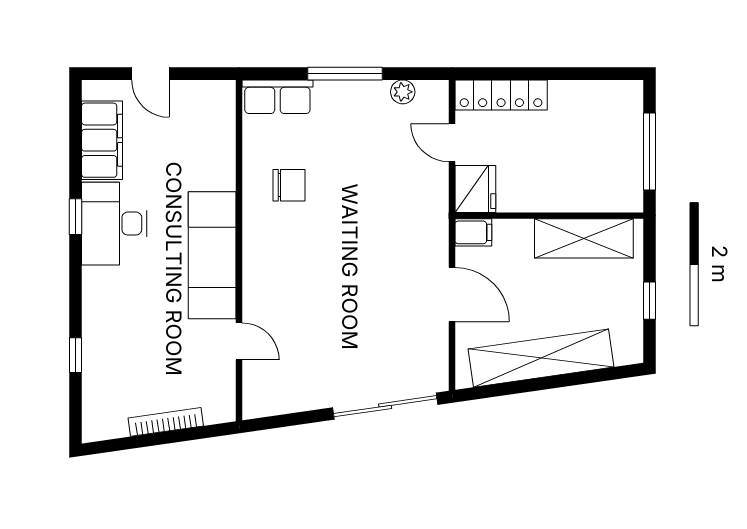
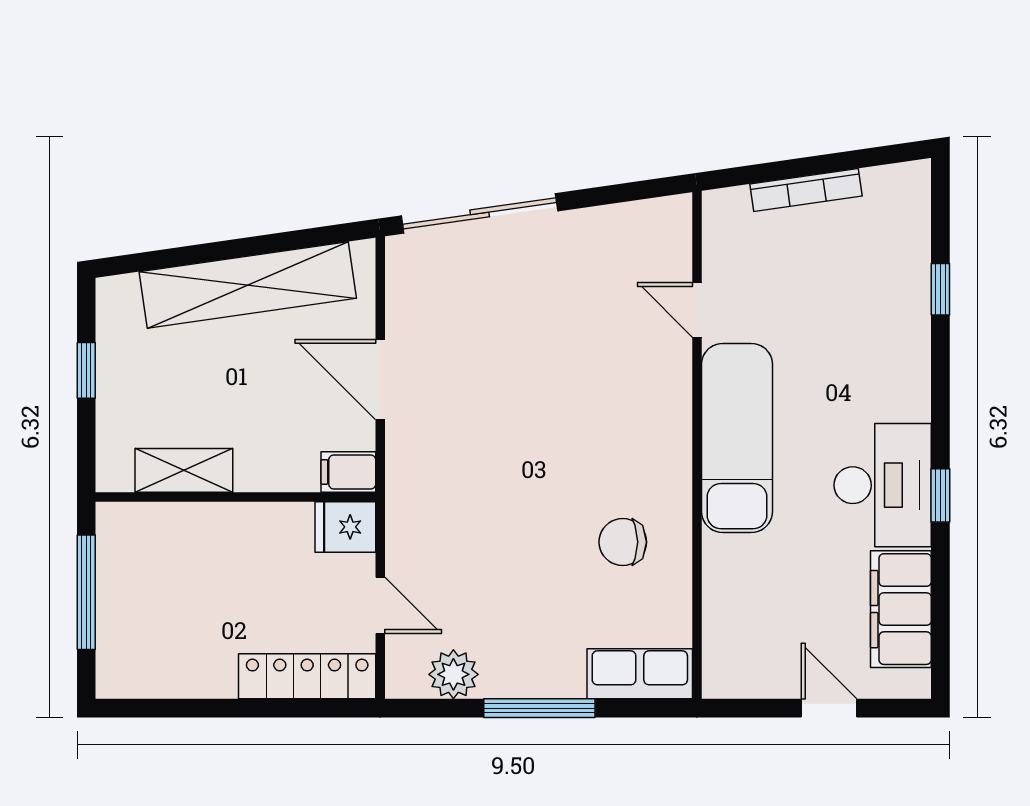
plant: (403, 92) -> (453, 674), width x1.38, depth x1.38
fridge: (475, 189) -> (345, 527), width x0.72
shelving: (584, 238) -> (184, 470), width x0.67, depth x0.75

